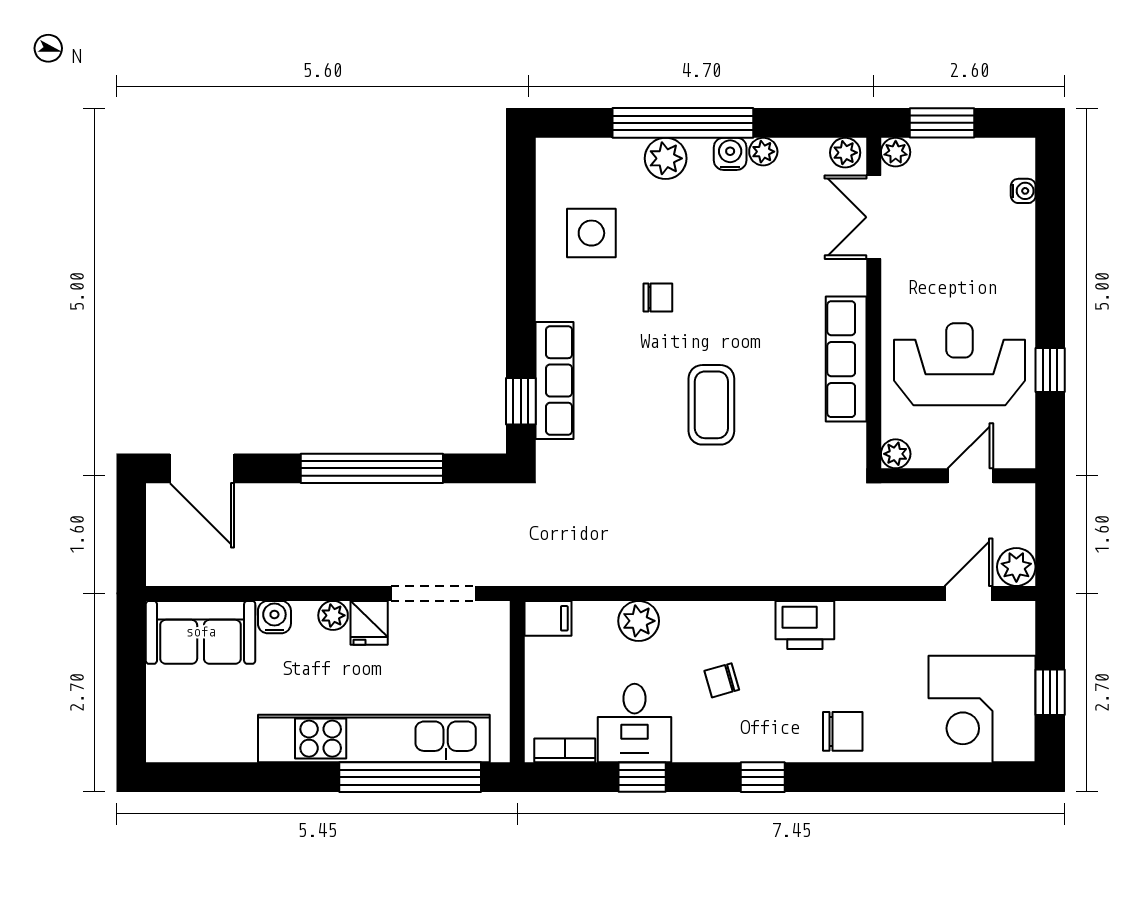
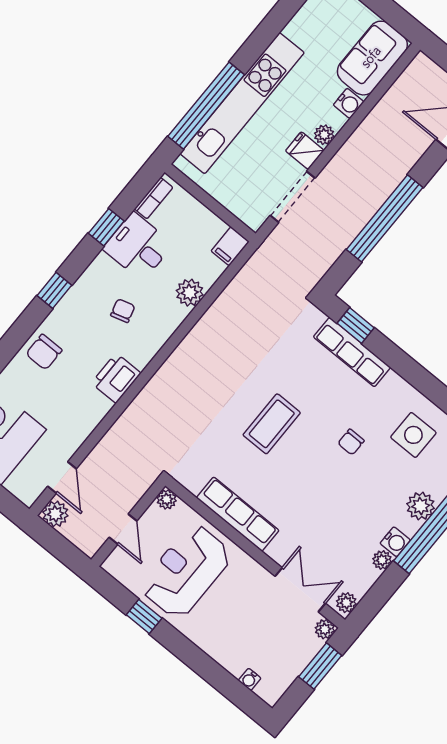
reception desk: (959, 364) -> (186, 571), turned 180
coffee table: (711, 405) -> (272, 424), turned 90

